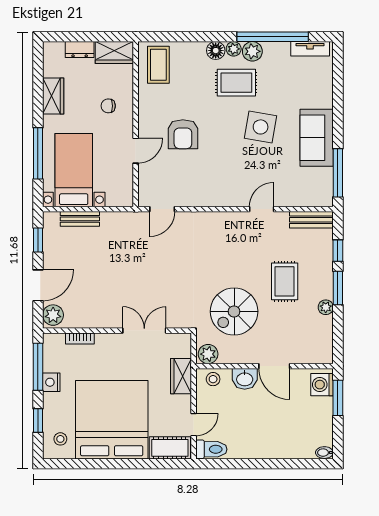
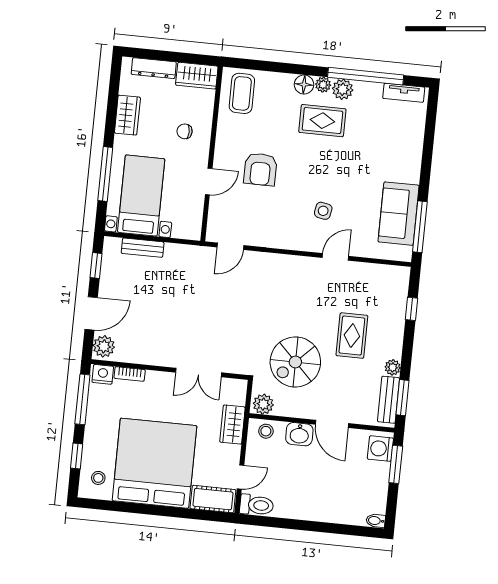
dresser: (80, 50) -> (154, 68), width x1.44
side table: (261, 127) -> (323, 211), moved, width x0.54, depth x0.54
sofa: (317, 138) -> (399, 214), moved
bench: (311, 220) -> (388, 400), moved, turned 90
window: (338, 288) -> (403, 398), moved
double door: (144, 331) -> (199, 373), swing flipped
nightstand: (51, 382) -> (103, 374), moved, turned 90

